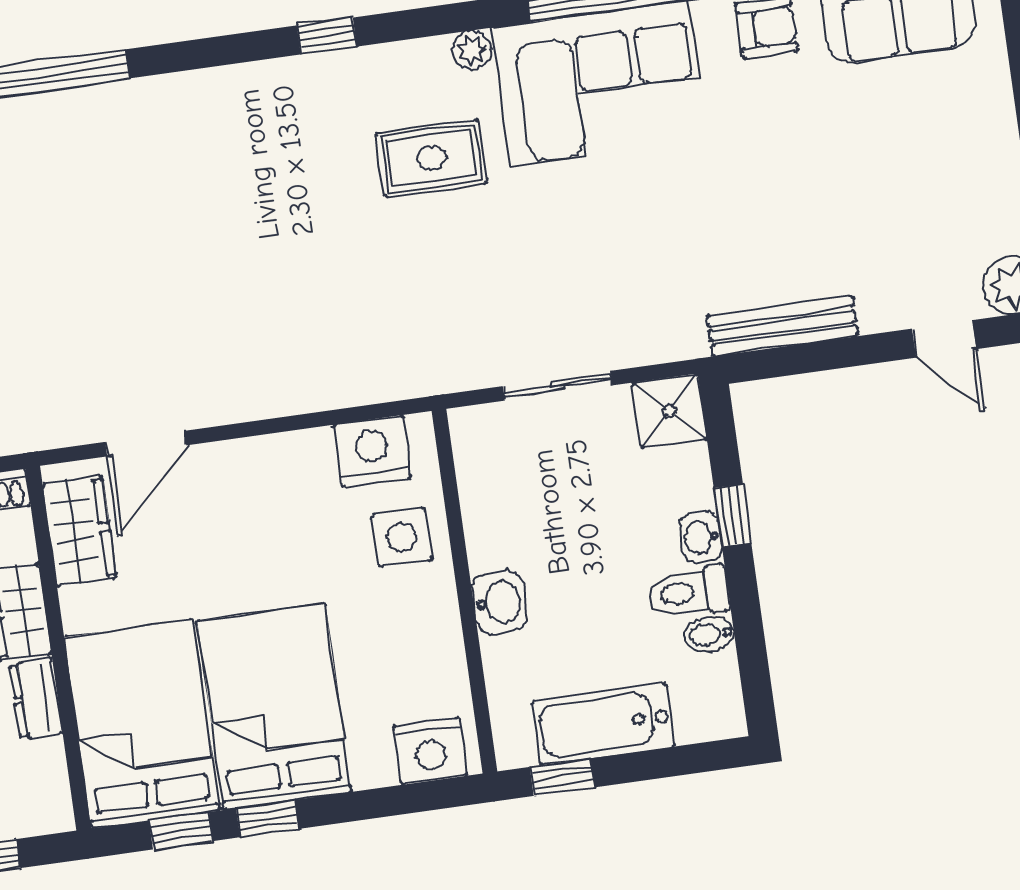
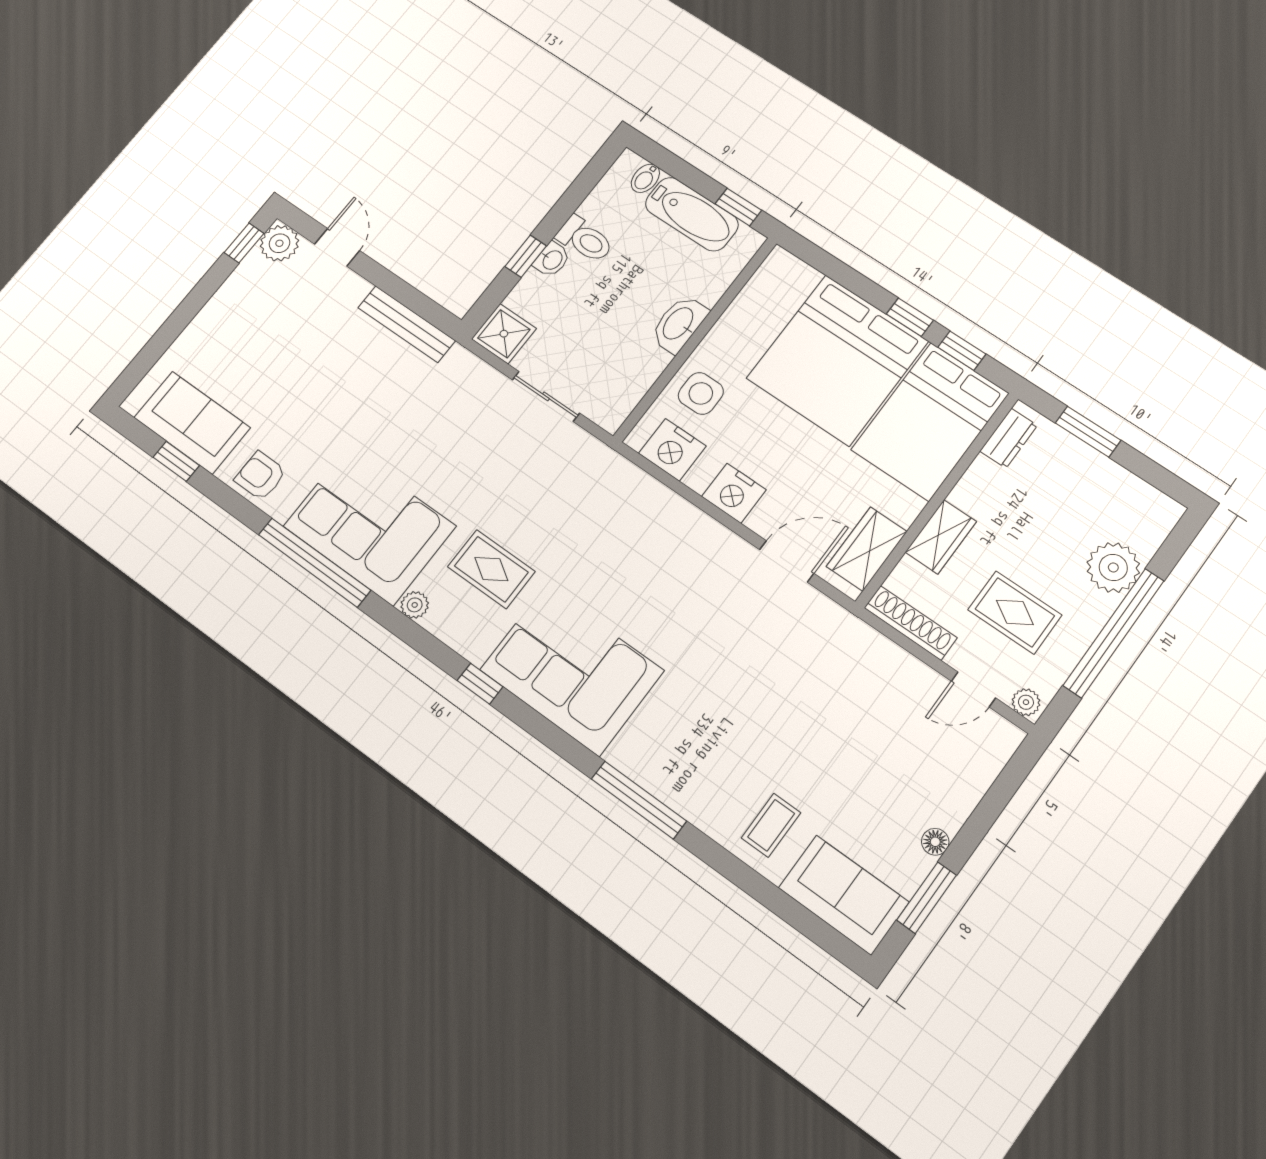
corner sofa: (250, 135) -> (572, 670), added
washbasin: (499, 602) -> (679, 324), width x1.38
bidet: (709, 634) -> (645, 178), moved, turned 90
dresser: (36, 698) -> (1009, 438), moved
bed: (274, 707) -> (837, 360), width x1.36
nightstand: (430, 751) -> (734, 493), moved, turned 180

